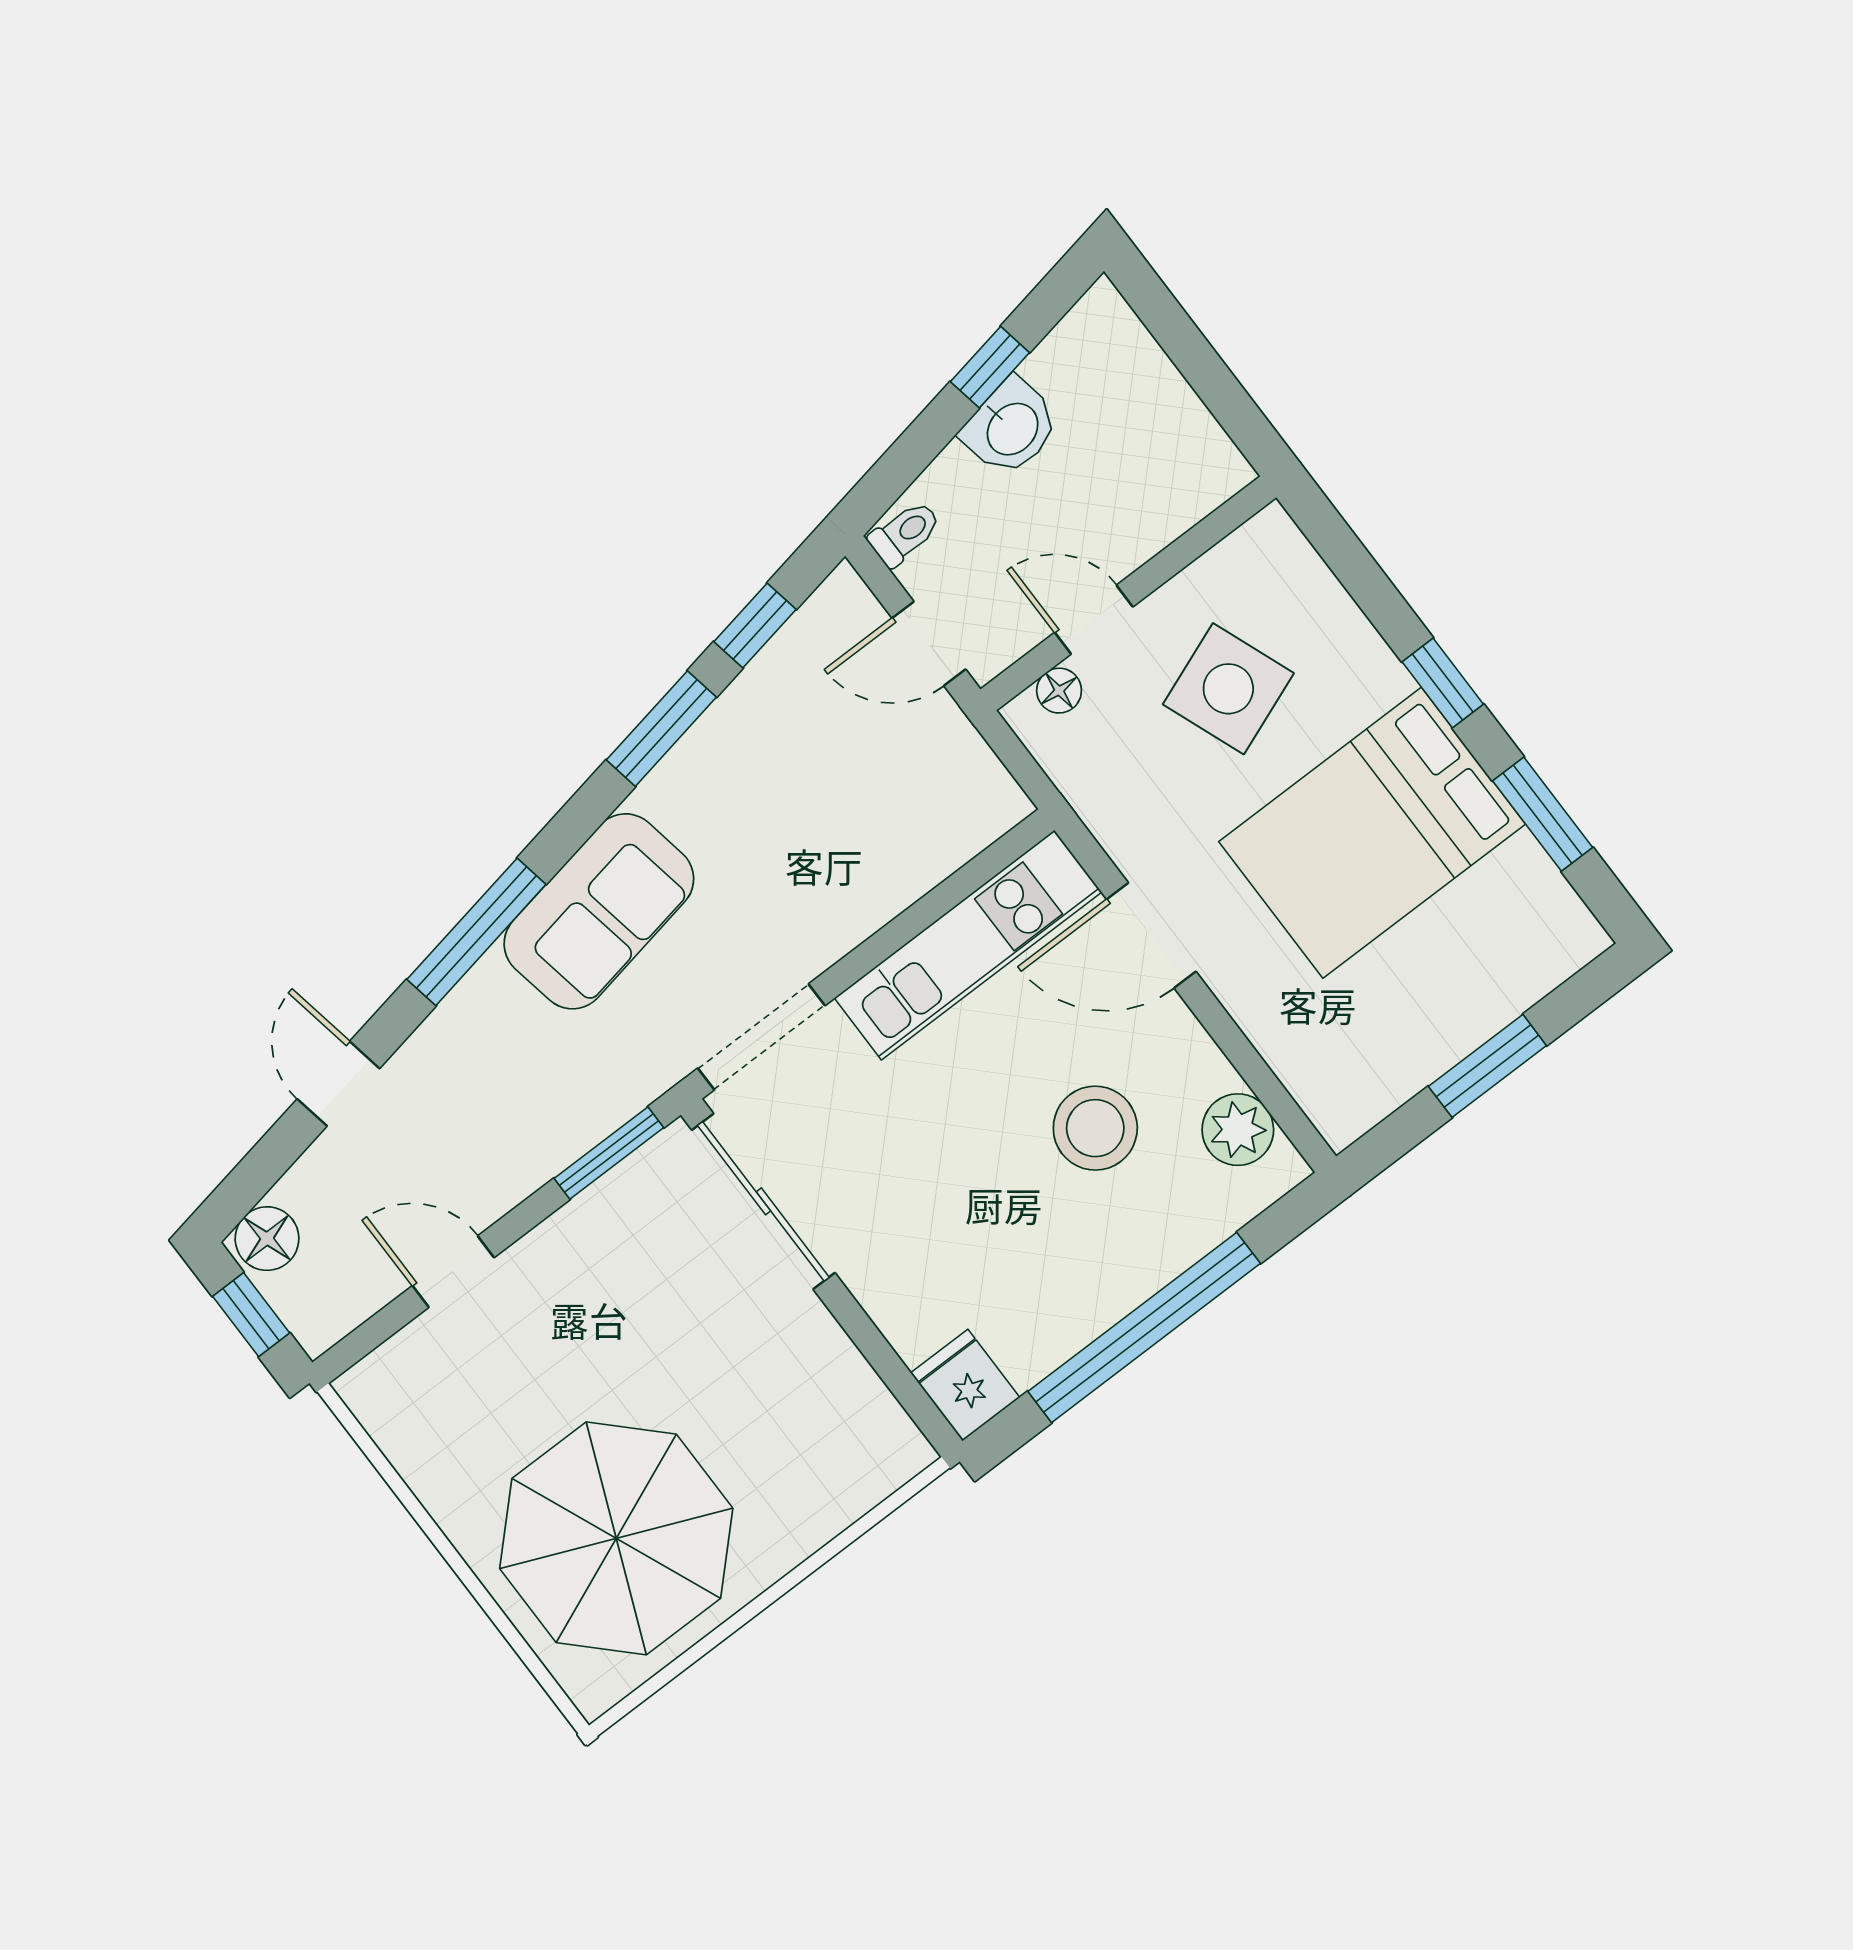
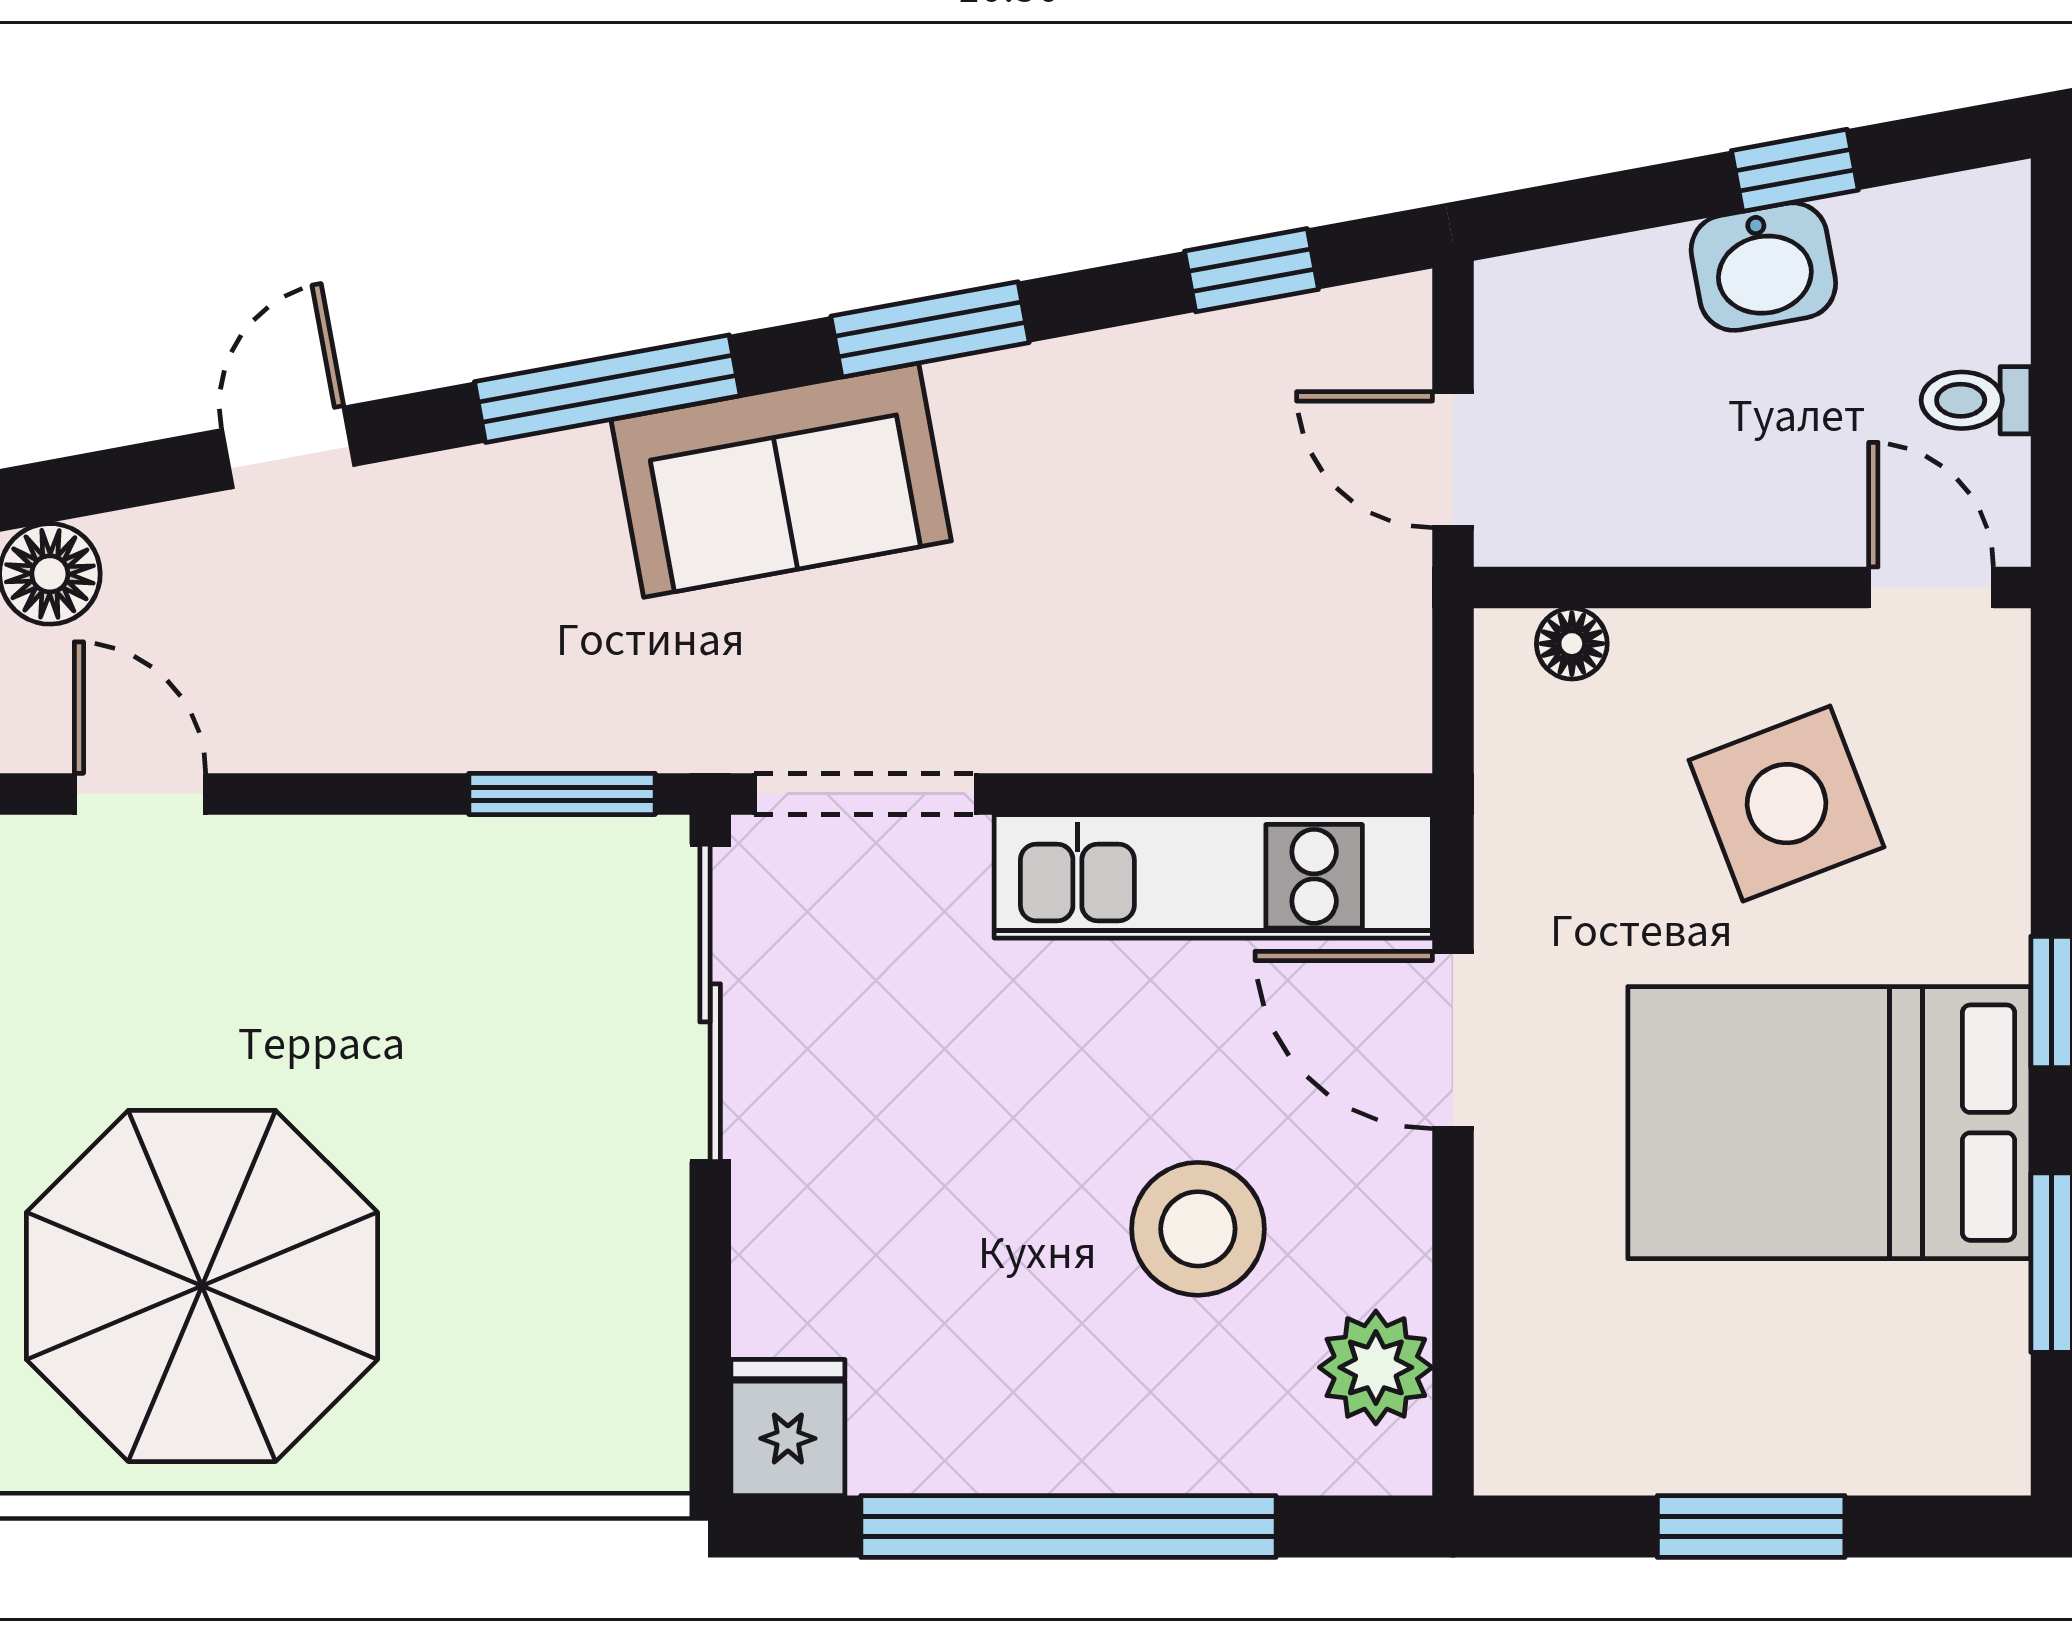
toilet: (905, 533) -> (1976, 400), moved, turned 180
door: (1094, 620) -> (1931, 588), moved
window: (661, 729) -> (930, 329), moved
door: (453, 1272) -> (140, 794), moved

